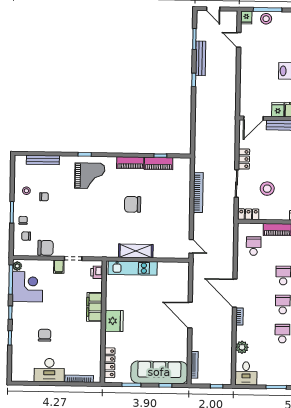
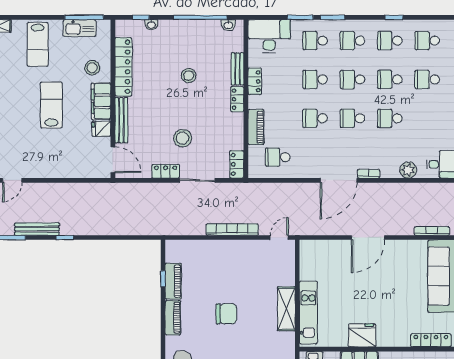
stool: (267, 189) -> (183, 138), moved
bookcase: (198, 192) -> (232, 230), moved
chair: (133, 204) -> (226, 314), turned -90
fridge: (114, 321) -> (362, 335), moved

